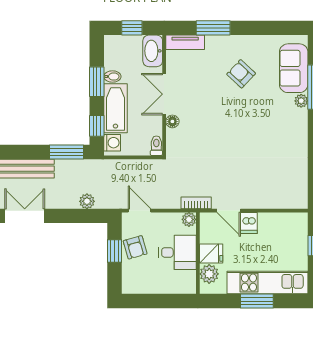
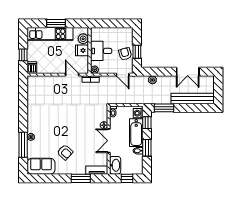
sofa: (294, 68) -> (41, 166), moved, turned -90
double door: (164, 94) -> (109, 141), swing flipped
dishwasher: (249, 223) -> (32, 68), moved

